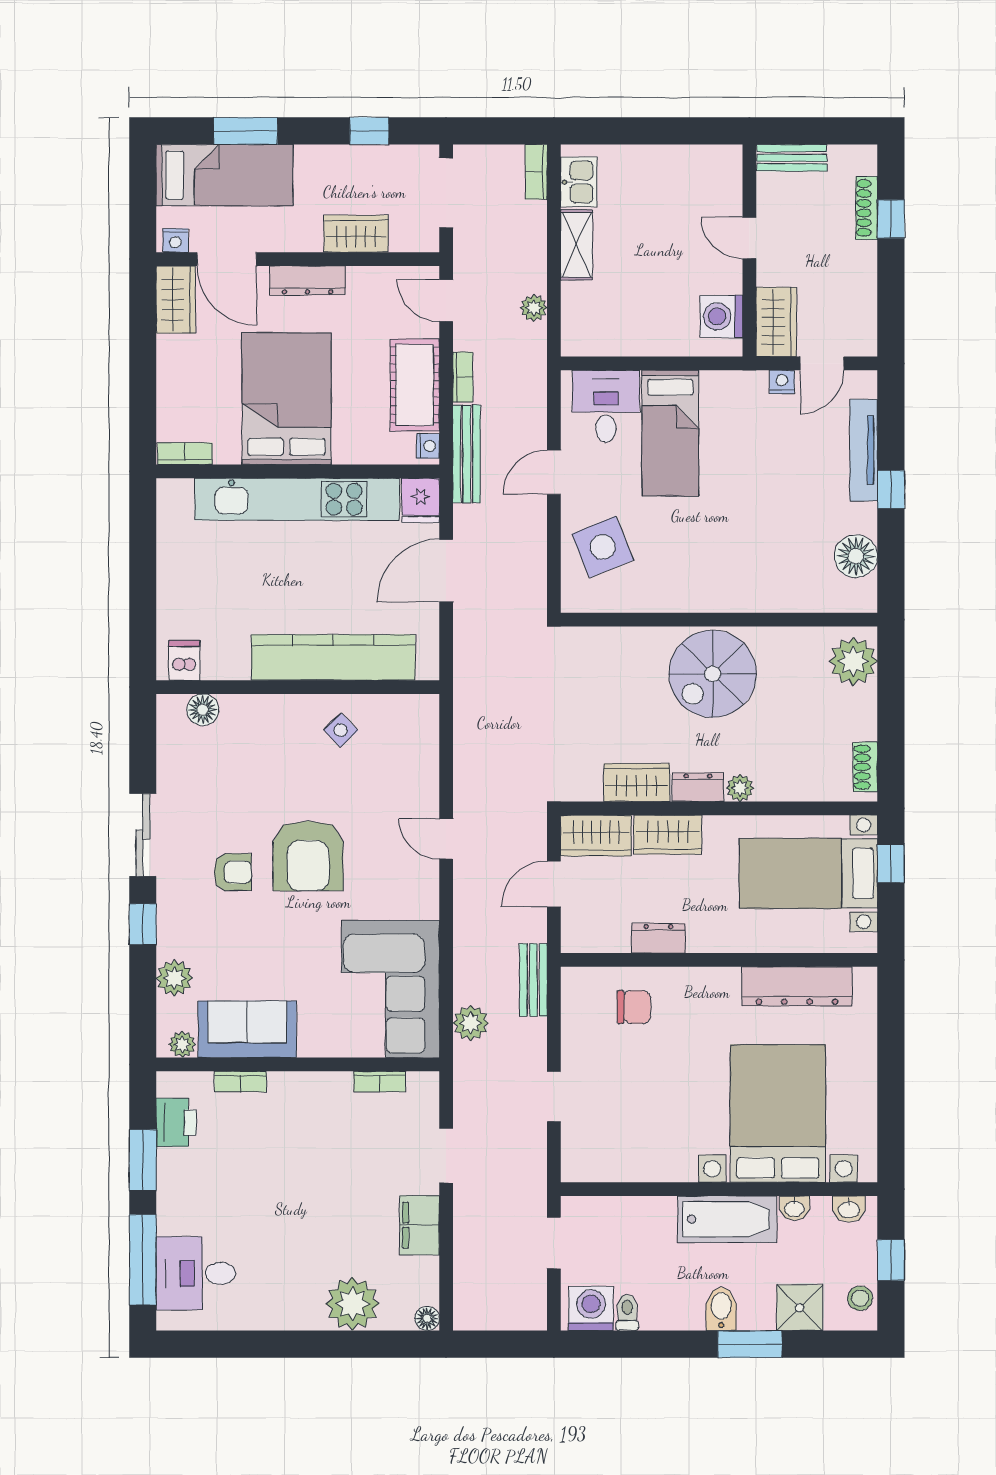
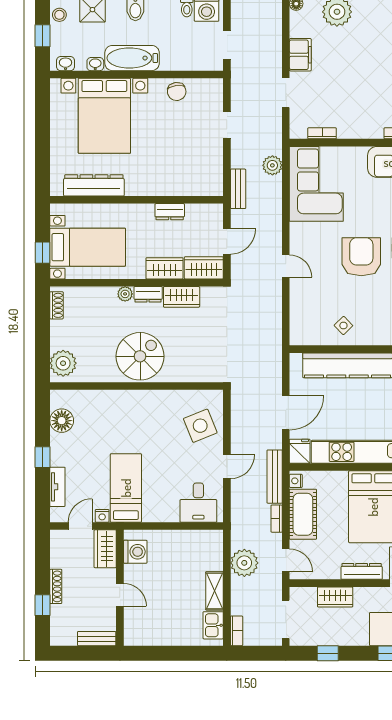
shoe rack: (867, 208) -> (56, 586), moved
plant: (534, 308) -> (244, 563), width x1.87, depth x1.87
bed: (670, 433) -> (126, 488), moved
tv unit: (864, 450) -> (57, 487), width x0.71
chair: (634, 1007) -> (177, 92), moved, turned -98

